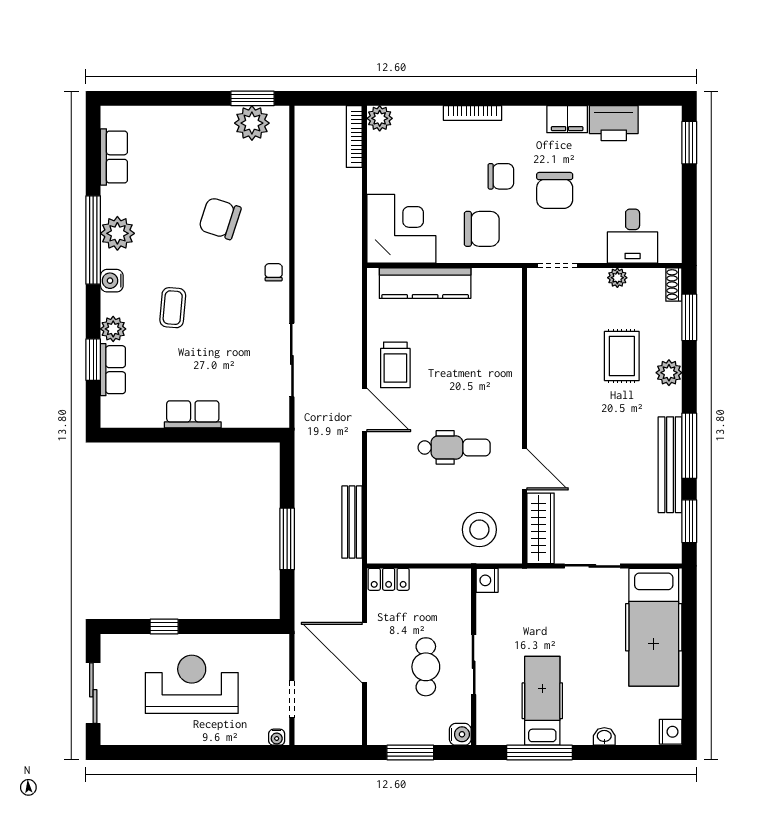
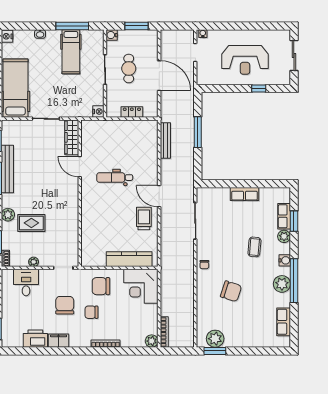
rug: (622, 356) -> (31, 223), turned 90
stool: (479, 530) -> (102, 137), removed
locker: (389, 579) -> (132, 112), moved

